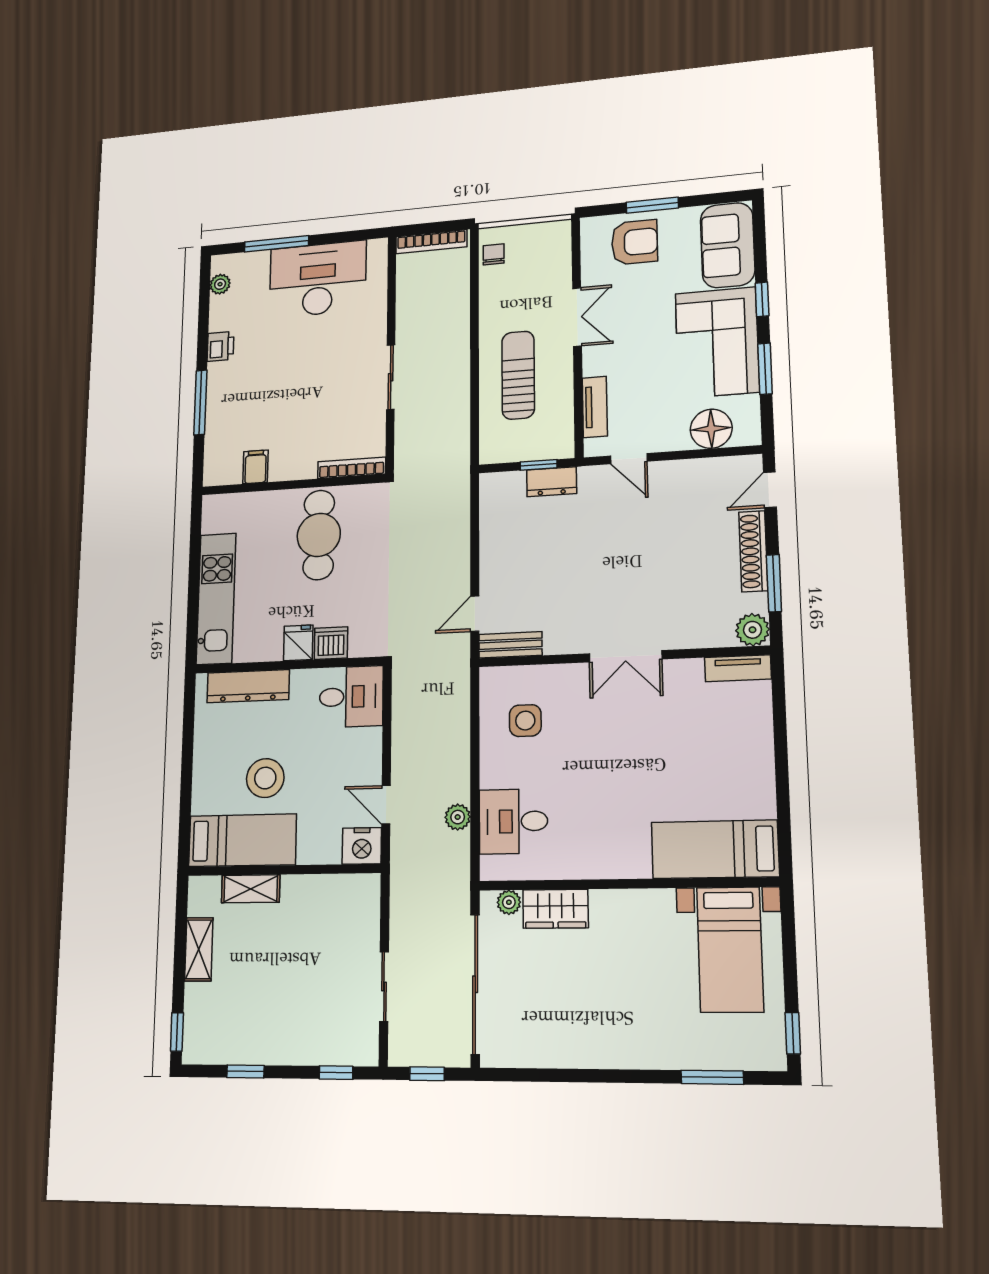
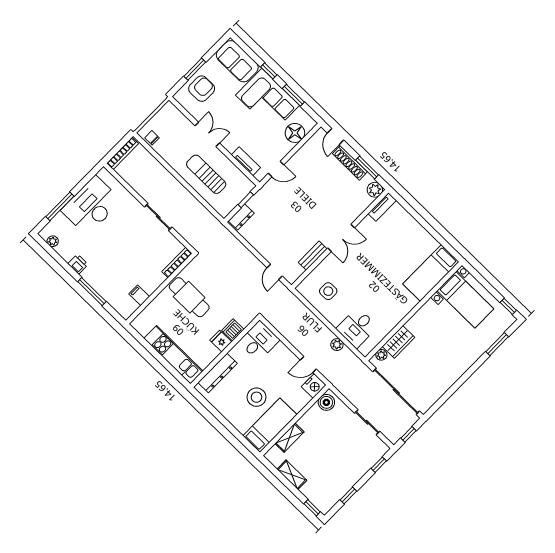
dresser: (552, 482) -> (241, 217), moved
bench: (510, 645) -> (313, 256), moved
boiler: (355, 891) -> (326, 402), added

